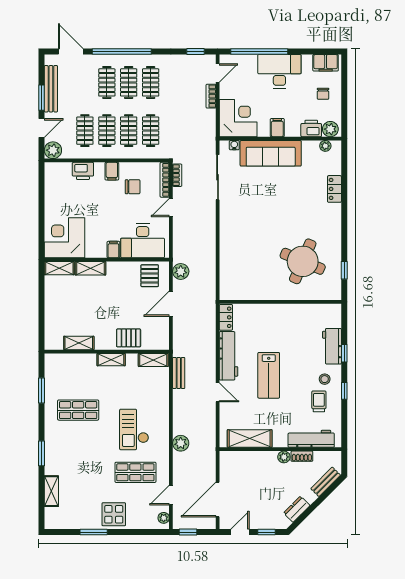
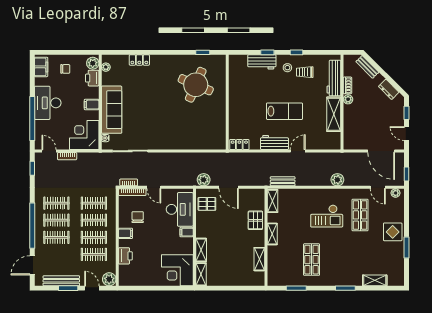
workbench: (229, 356) -> (274, 142), width x0.73
shelving: (250, 439) -> (334, 114), moved

